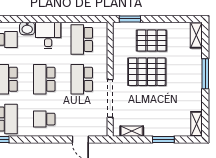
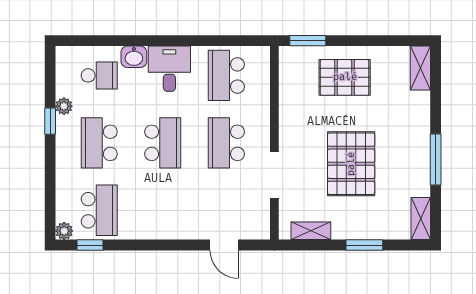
pallet: (147, 72) -> (351, 164), moved, turned 90
window: (205, 74) -> (436, 159), moved
school desk: (44, 79) -> (163, 143), turned 180
doorway: (110, 98) -> (274, 175), width x0.73
school desk: (44, 119) -> (163, 210), removed

